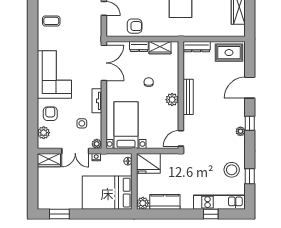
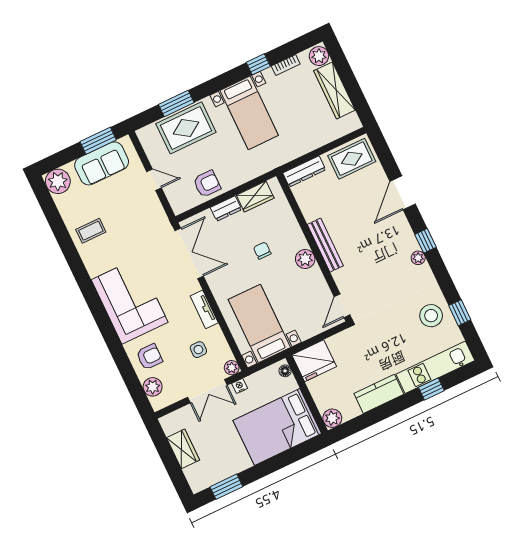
armchair: (50, 114) -> (149, 357), turned 90
wardrobe: (49, 160) -> (183, 449), moved, turned -90
kitchen counter: (165, 202) -> (379, 394), moved

